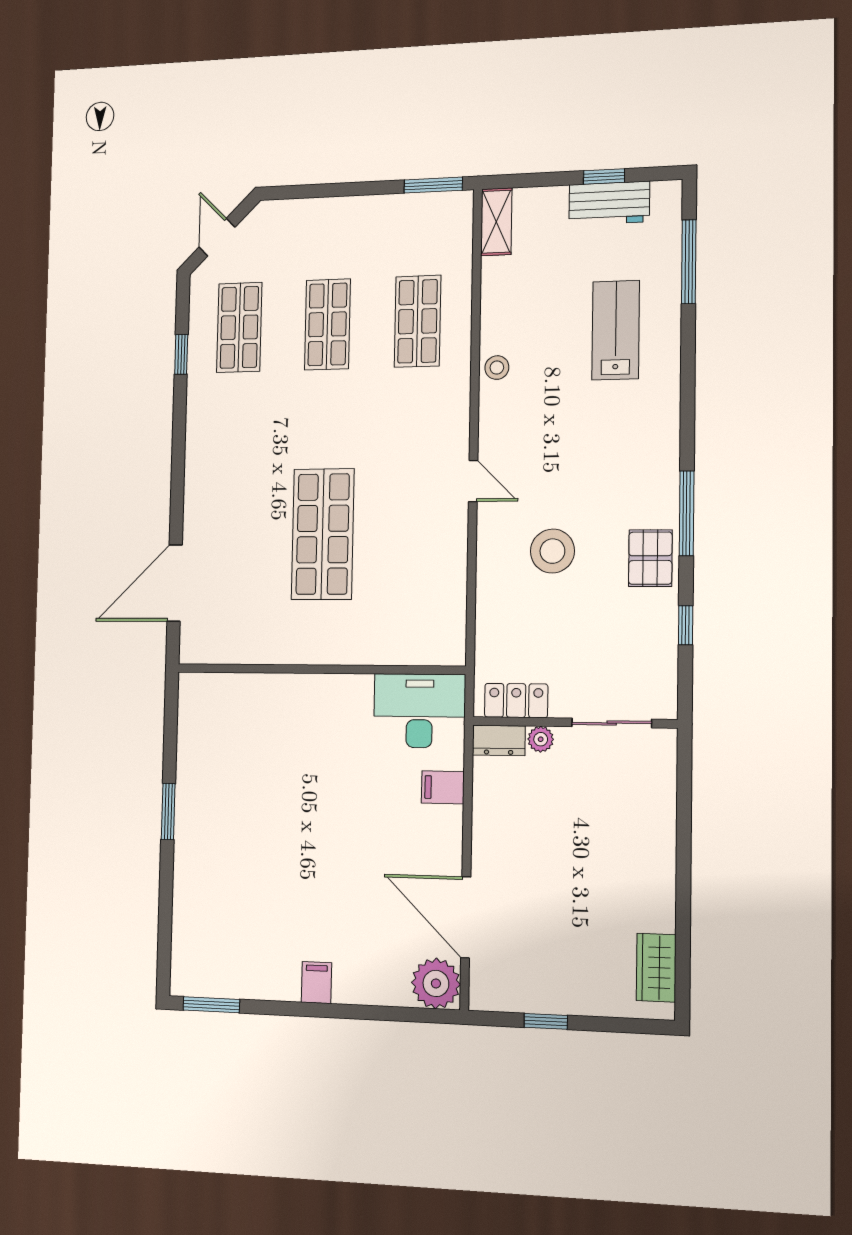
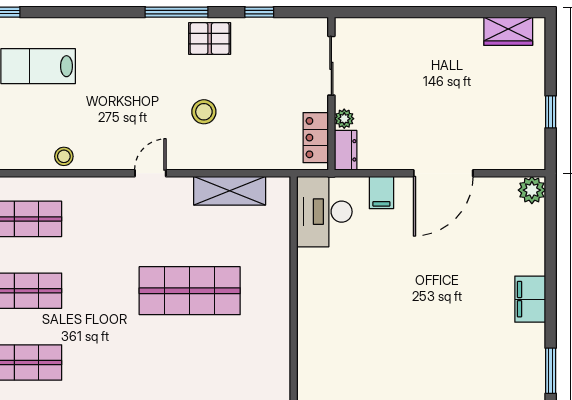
stool: (552, 551) -> (204, 112), width x0.73, depth x0.73
shelving: (449, 586) -> (230, 191), added
door: (466, 917) -> (443, 173), moved
filing cabinet: (316, 983) -> (530, 299), width x2.00
plant: (436, 983) -> (532, 190), width x0.73, depth x0.73

